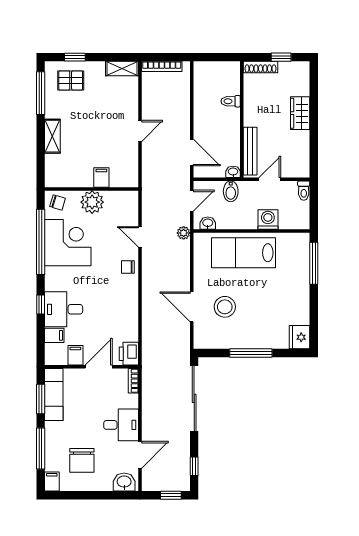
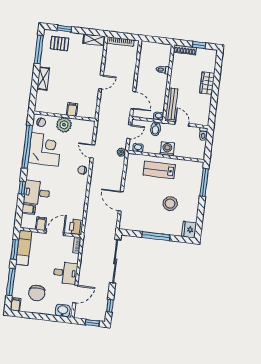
door: (270, 179) -> (182, 124), hinge flipped
washing machine: (268, 219) -> (167, 149), moved
lab bench: (244, 253) -> (159, 170), width x0.73, depth x0.72
stool: (225, 307) -> (170, 204), moved

